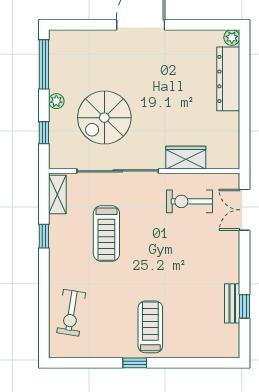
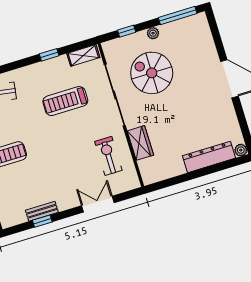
double door: (244, 210) -> (98, 204), moved

